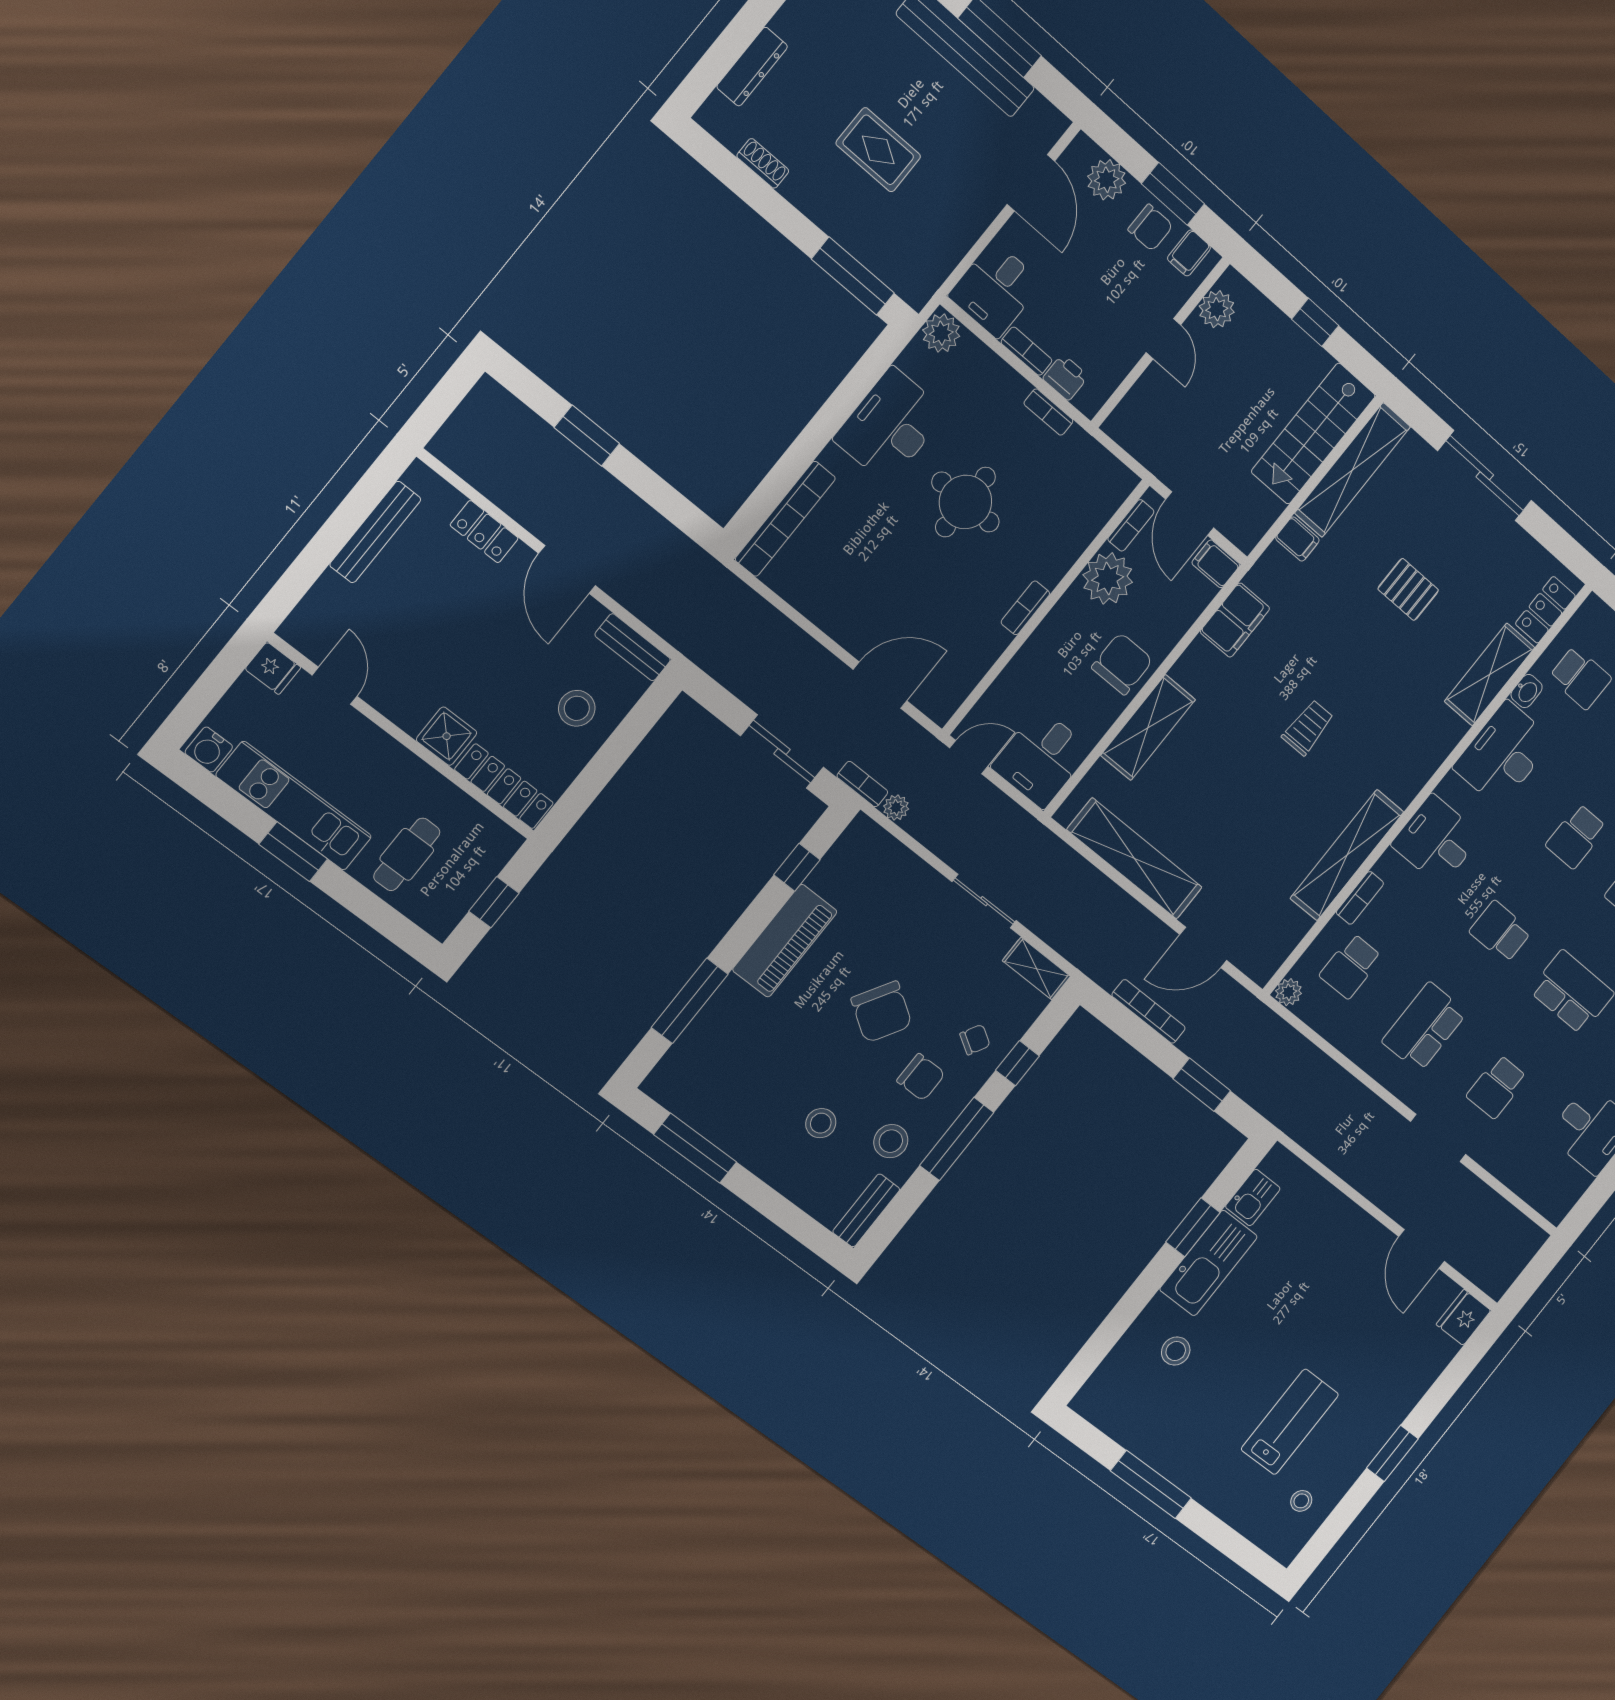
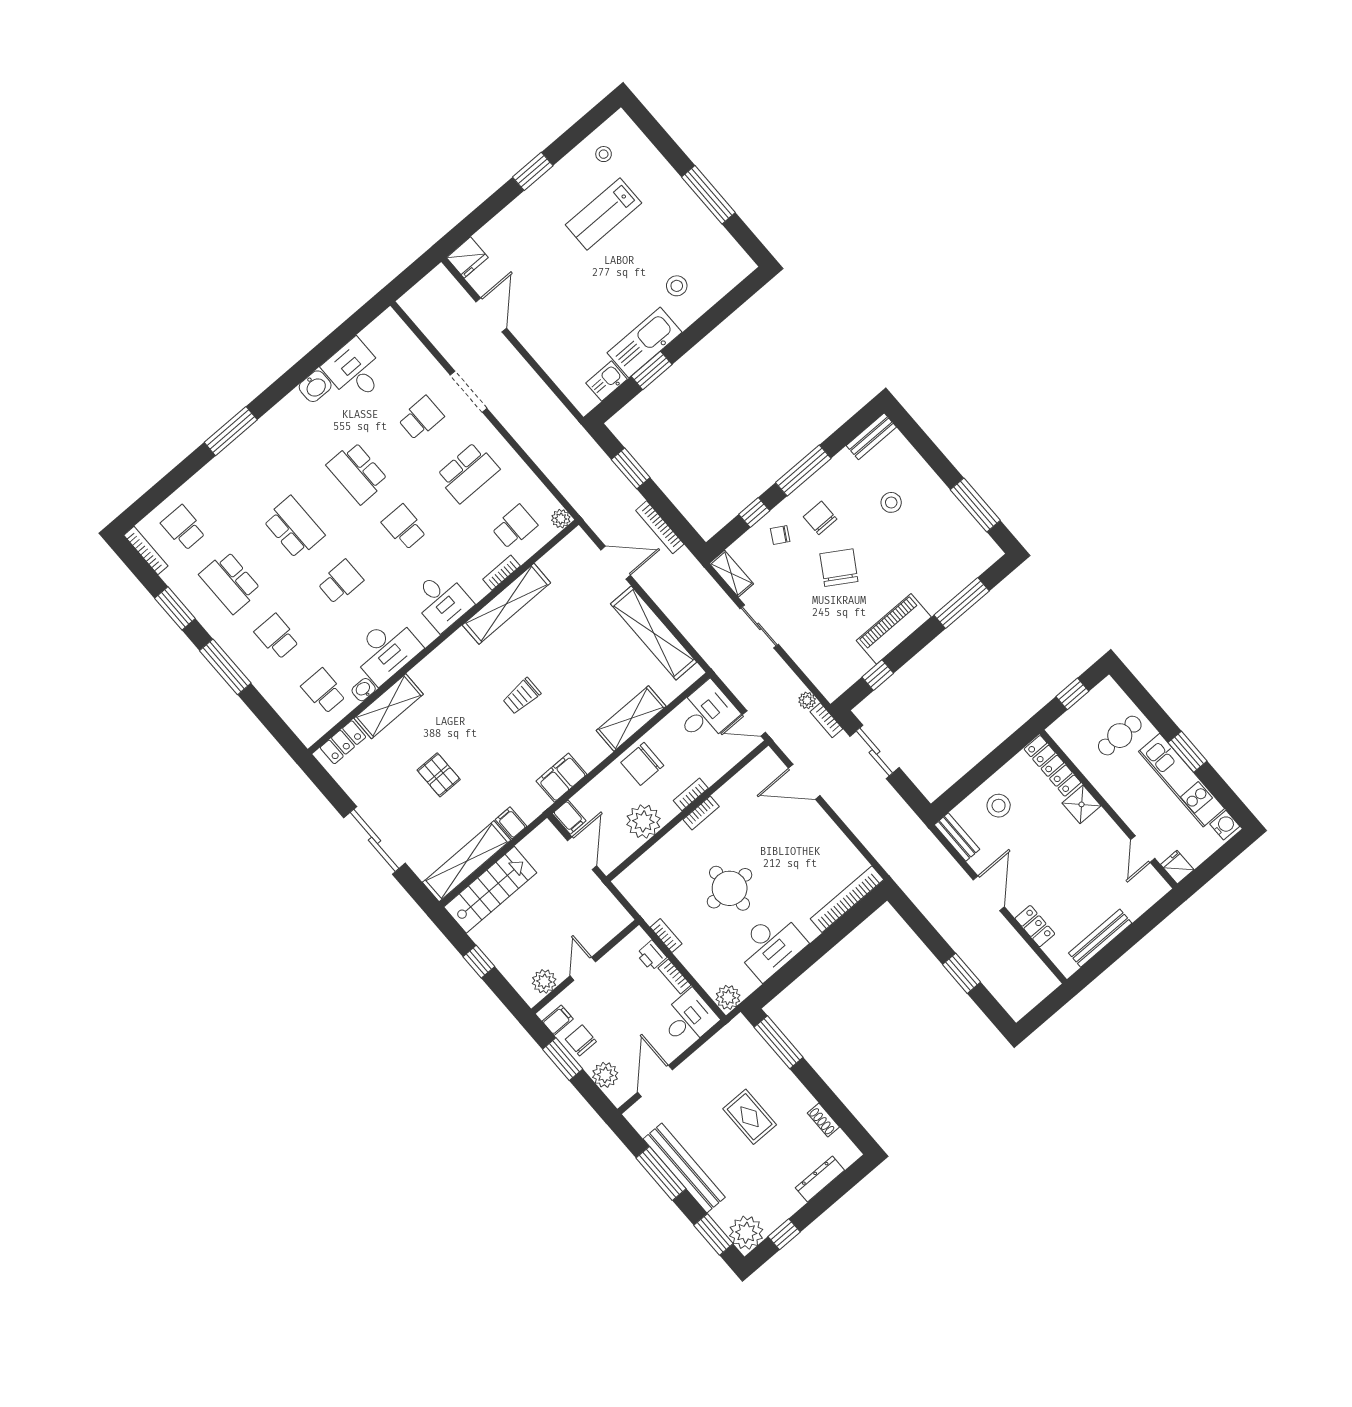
bookcase: (1131, 525) -> (691, 794), moved
school desk: (1500, 932) -> (404, 527), turned 180
stool: (891, 1141) -> (847, 479), removed

